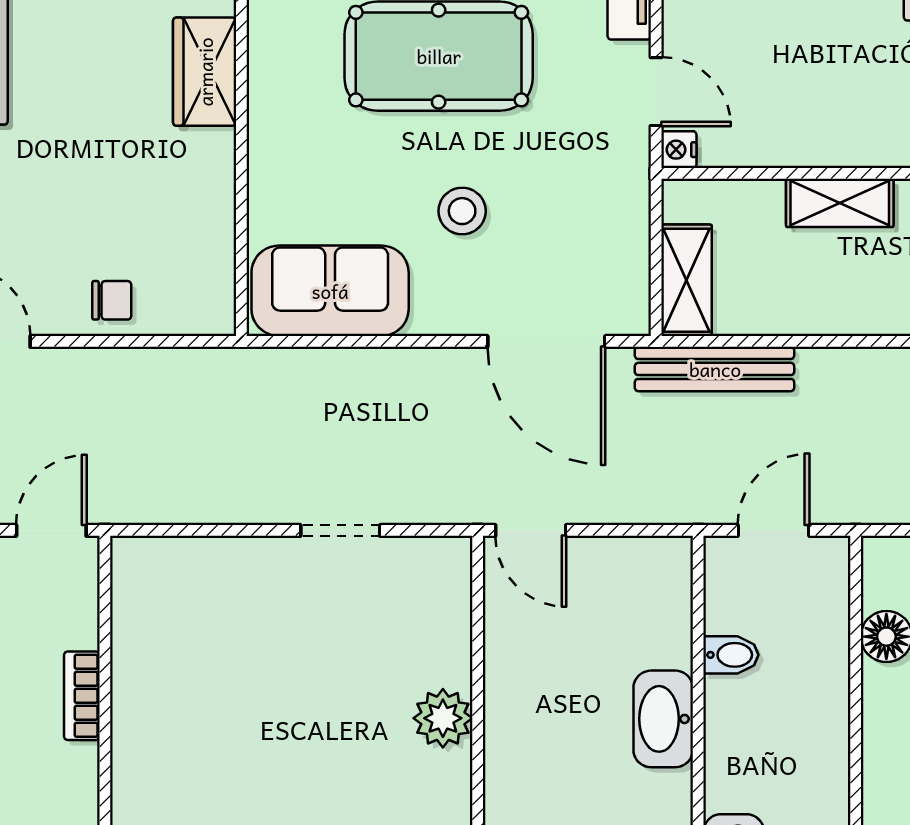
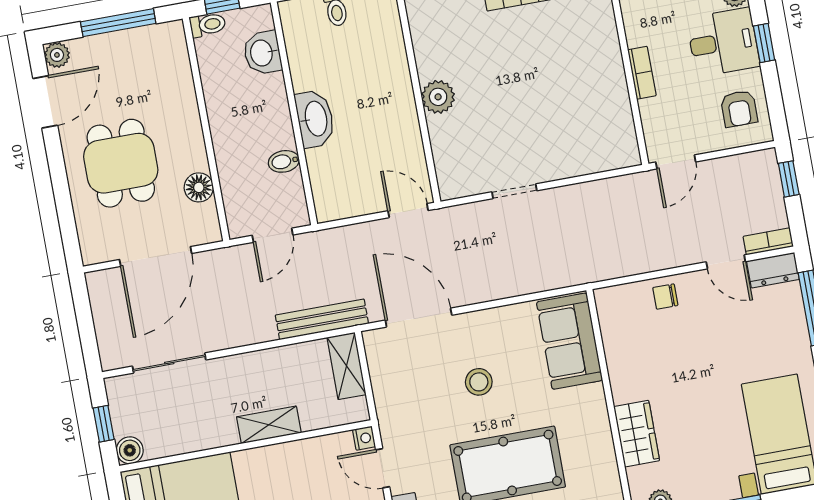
sofa: (330, 291) -> (570, 341), moved, turned 90

